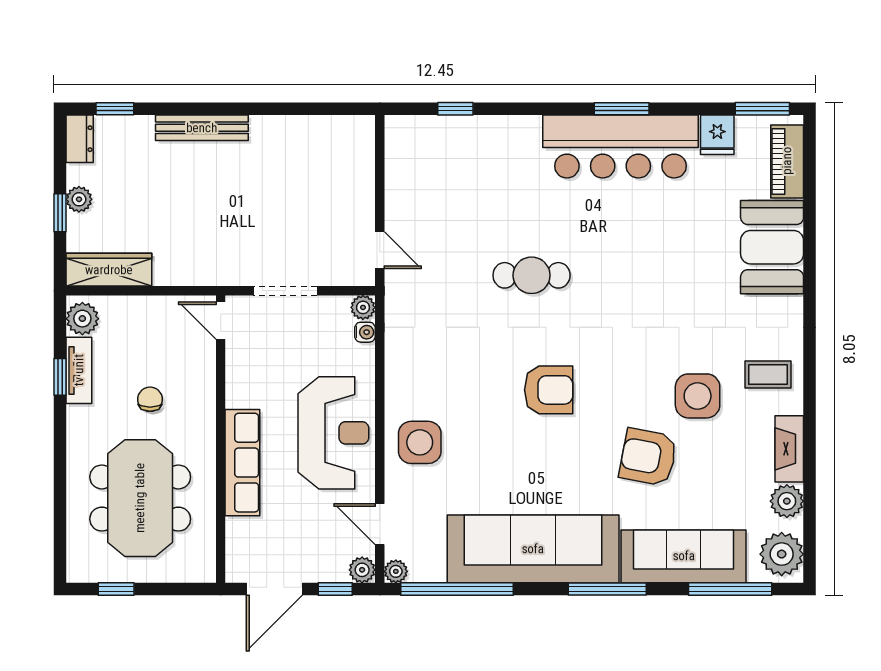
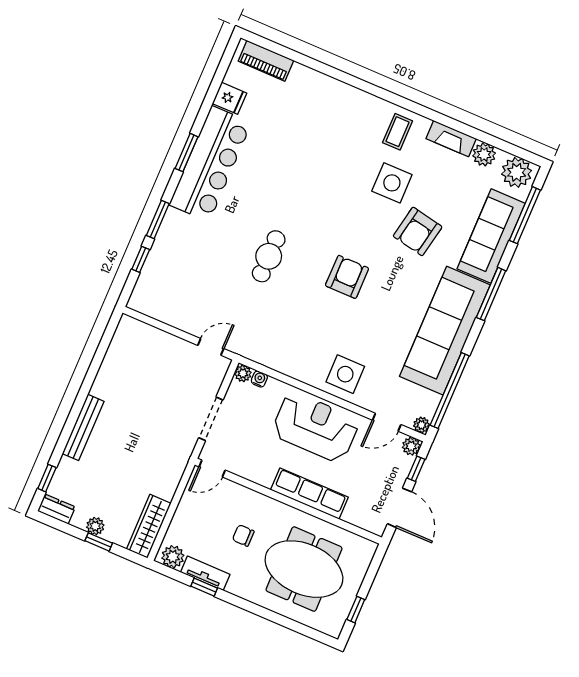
window: (762, 109) -> (158, 220), moved
booth: (772, 247) -> (317, 94), removed

